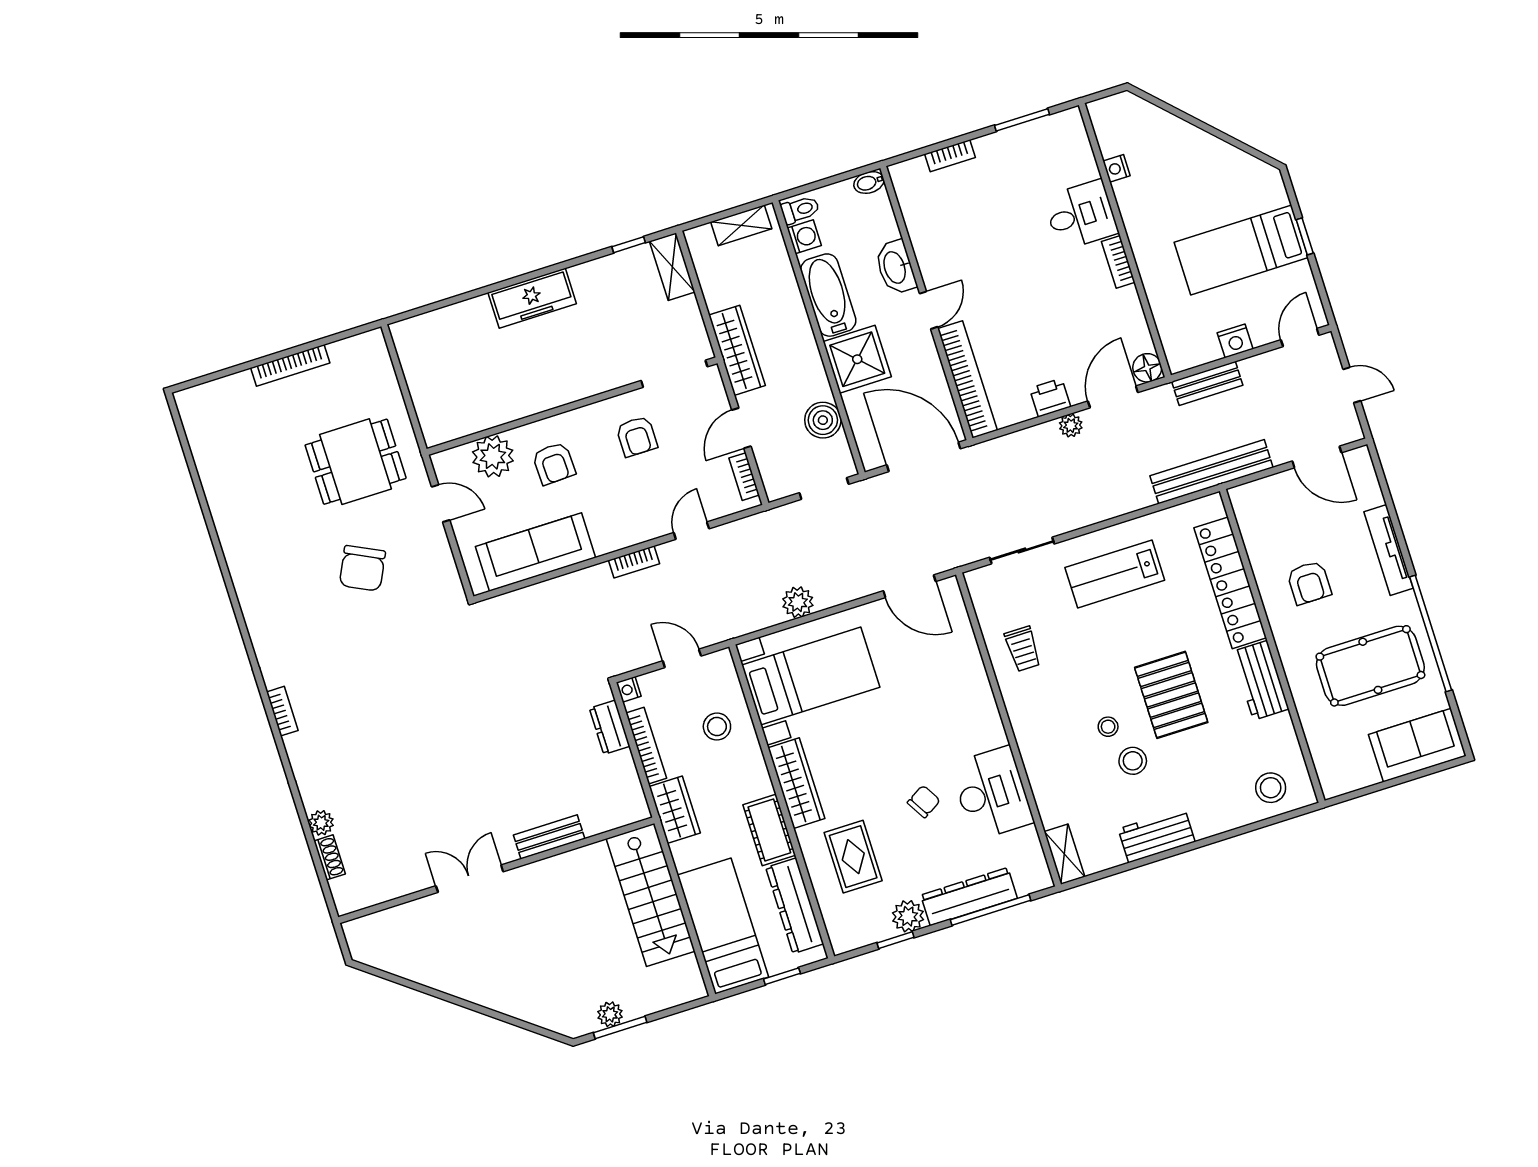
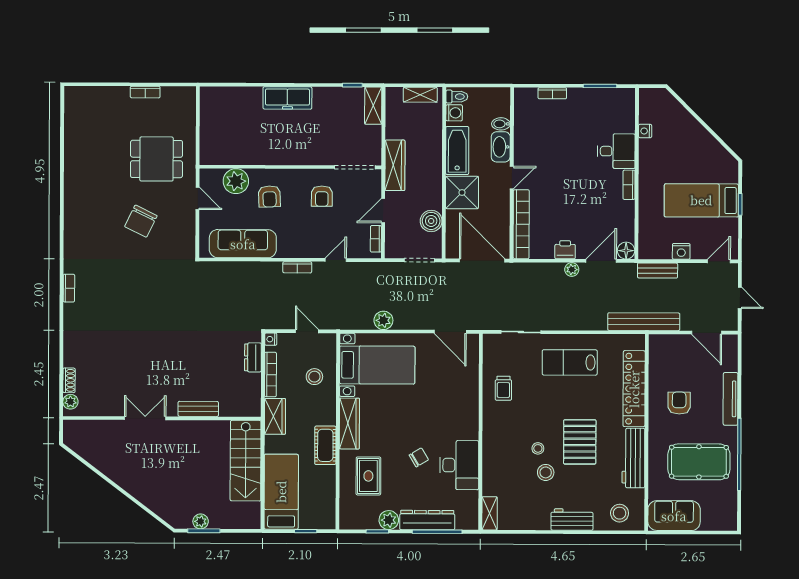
bidet: (869, 182) -> (501, 124), moved
bookcase: (290, 365) -> (145, 92), width x0.64
armchair: (1309, 583) -> (679, 403), turned 180
workbench: (1260, 680) -> (633, 458), width x1.38
sofa: (1417, 745) -> (674, 516), moved
plant: (321, 823) -> (70, 402), moved
workbench: (1157, 835) -> (572, 520), moved
dresser: (795, 906) -> (326, 493), removed

